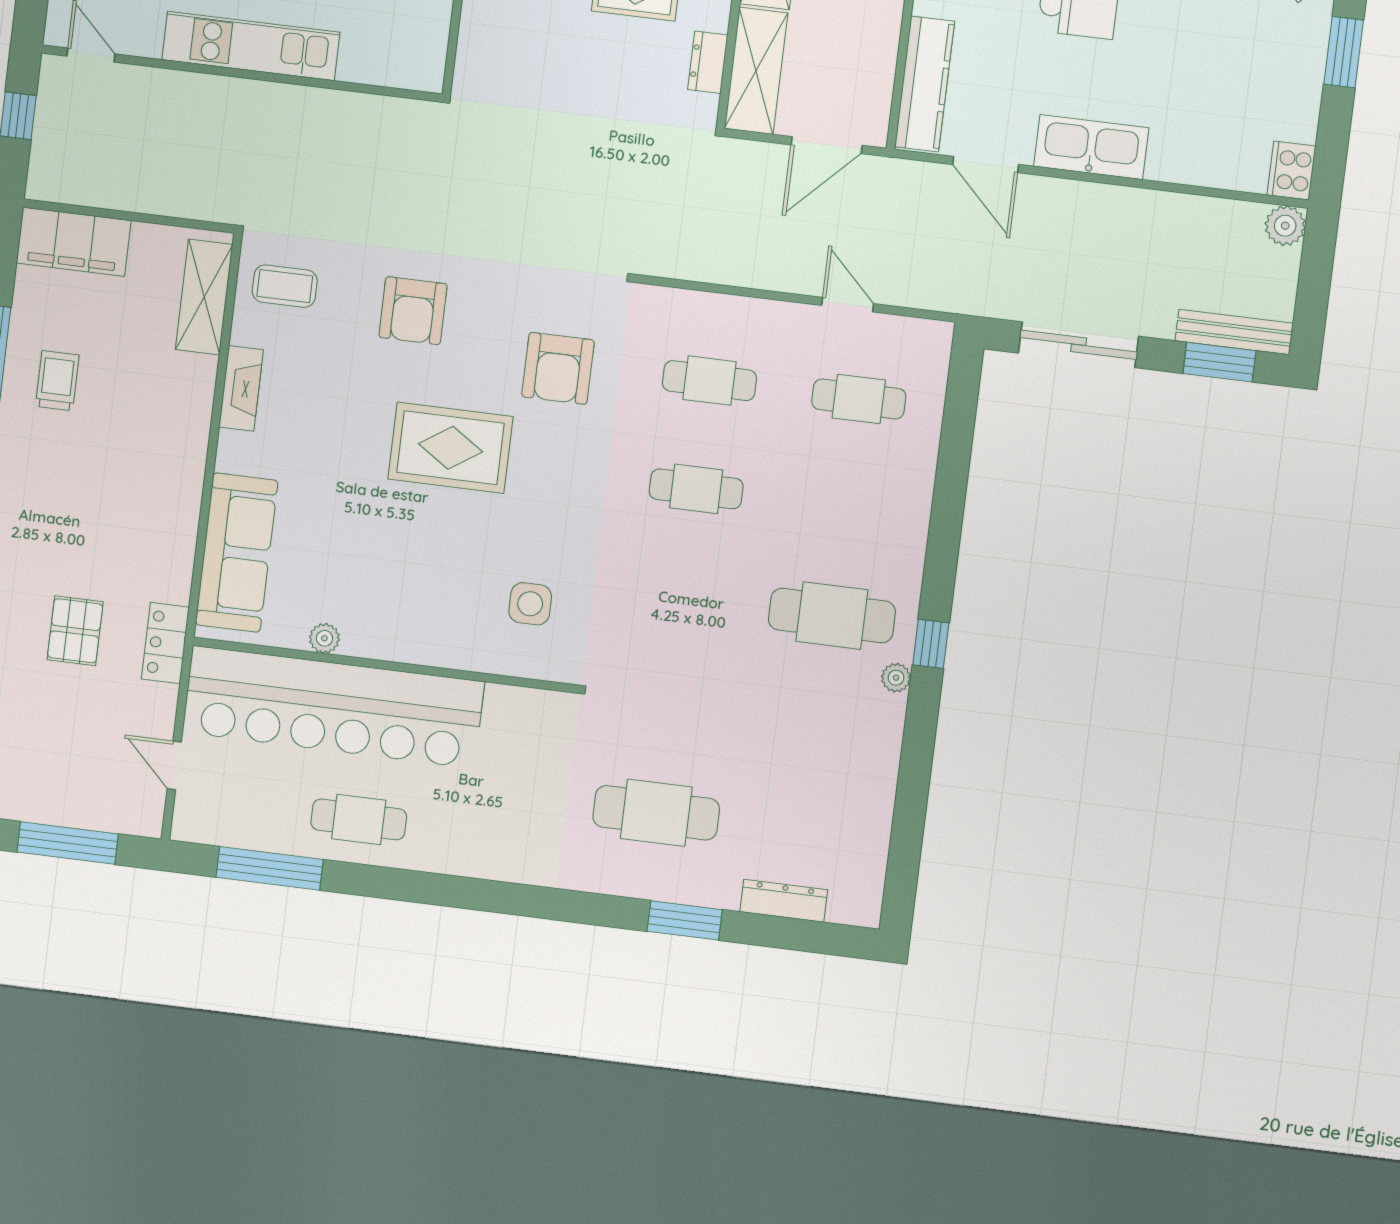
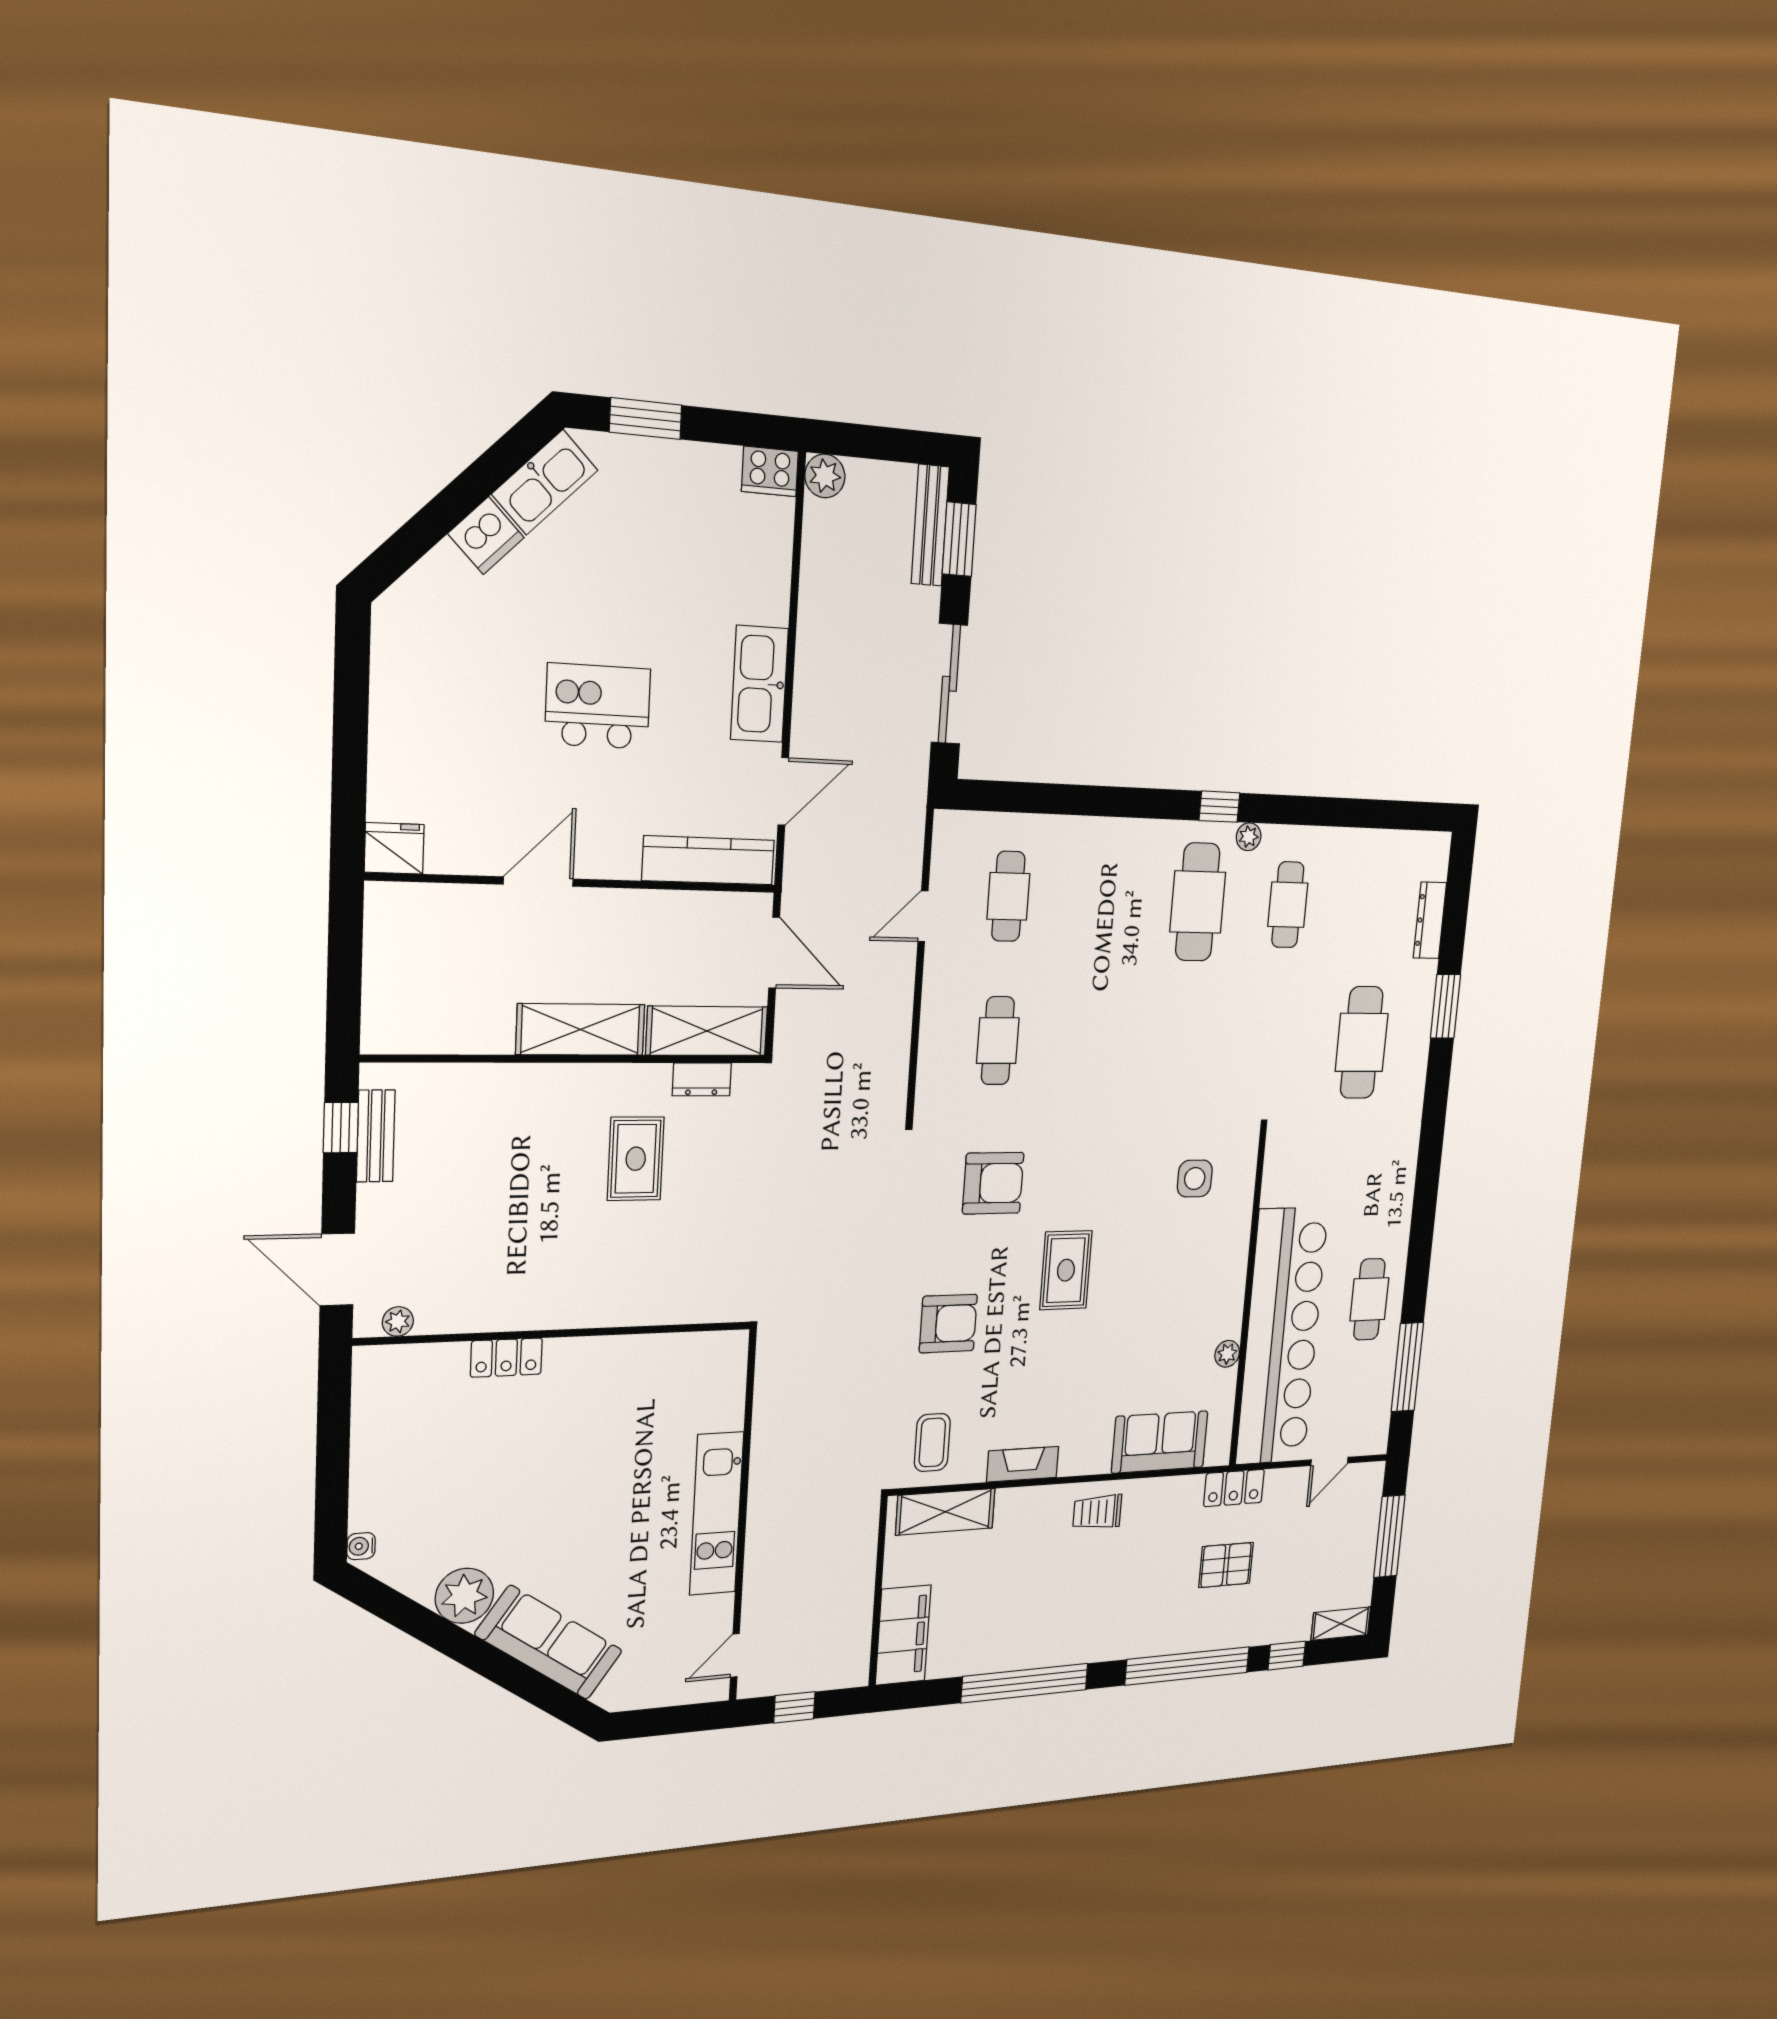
trolley: (57, 381) -> (1097, 1512), moved
rug: (451, 448) -> (1066, 1270), width x0.73, depth x0.70
cafe table: (696, 489) -> (1288, 905), moved
sofa: (237, 553) -> (1160, 1442), width x0.73

